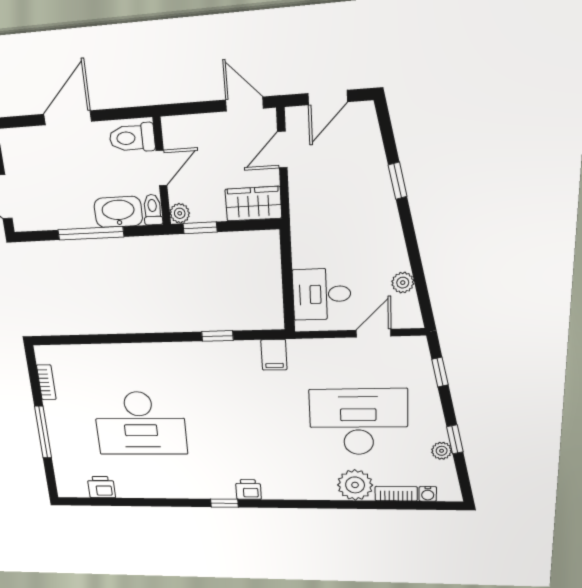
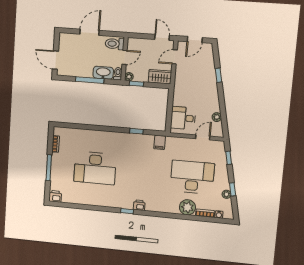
printer: (101, 487) -> (55, 196), moved

